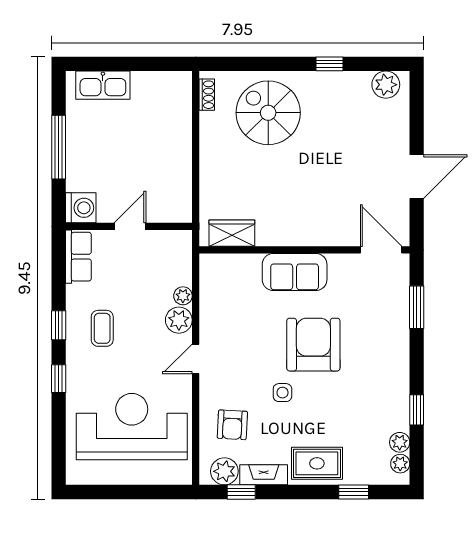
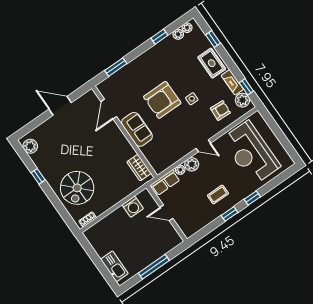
washing machine: (81, 208) -> (133, 207), moved, turned 180
door: (381, 250) -> (109, 109), moved
row of seats: (78, 257) -> (165, 182), moved, turned 180

